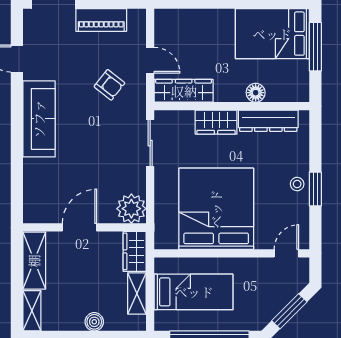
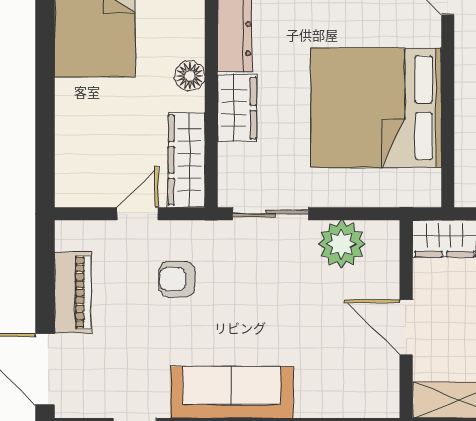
armchair: (109, 85) -> (177, 279), turned -128
floor lamp: (256, 93) -> (190, 76), moved
plant: (131, 209) -> (342, 244), moved

